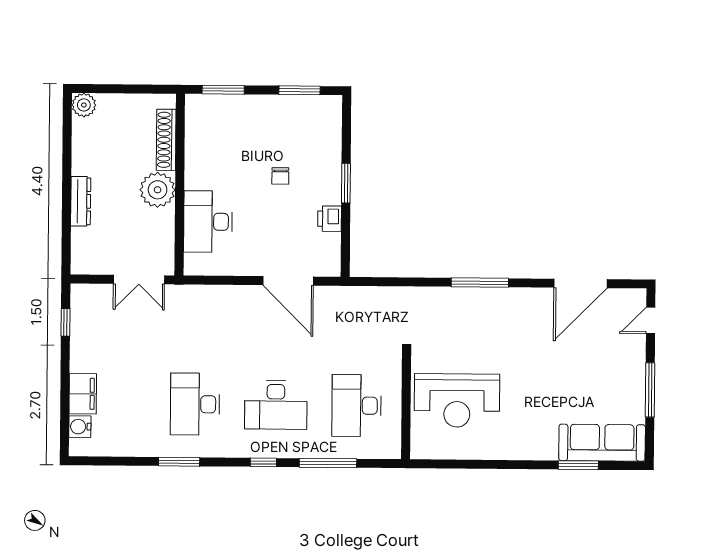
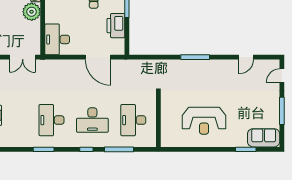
printer: (330, 219) -> (116, 26), width x1.87, depth x1.48
desk: (208, 222) -> (57, 39), moved
door: (581, 283) -> (246, 57), width x0.53
reception desk: (457, 400) -> (204, 121), moved
sofa: (602, 443) -> (264, 138), width x0.73

